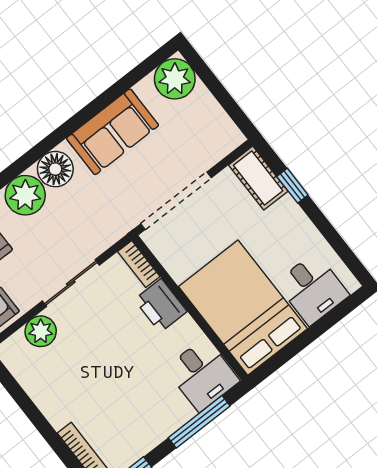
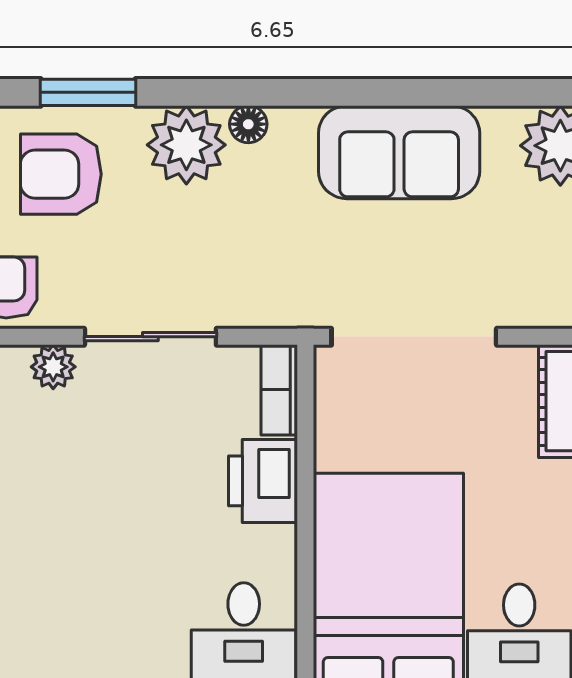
floor lamp: (55, 169) -> (248, 124), width x0.53, depth x0.53
plant: (41, 331) -> (53, 367), width x0.73, depth x0.73

